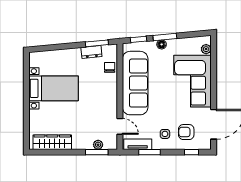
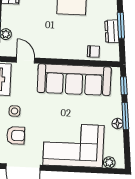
window: (97, 43) -> (121, 25), moved
floor lamp: (162, 44) -> (117, 123), moved
door: (120, 126) -> (25, 60), swing flipped
armchair: (186, 132) -> (16, 135), turned 90

